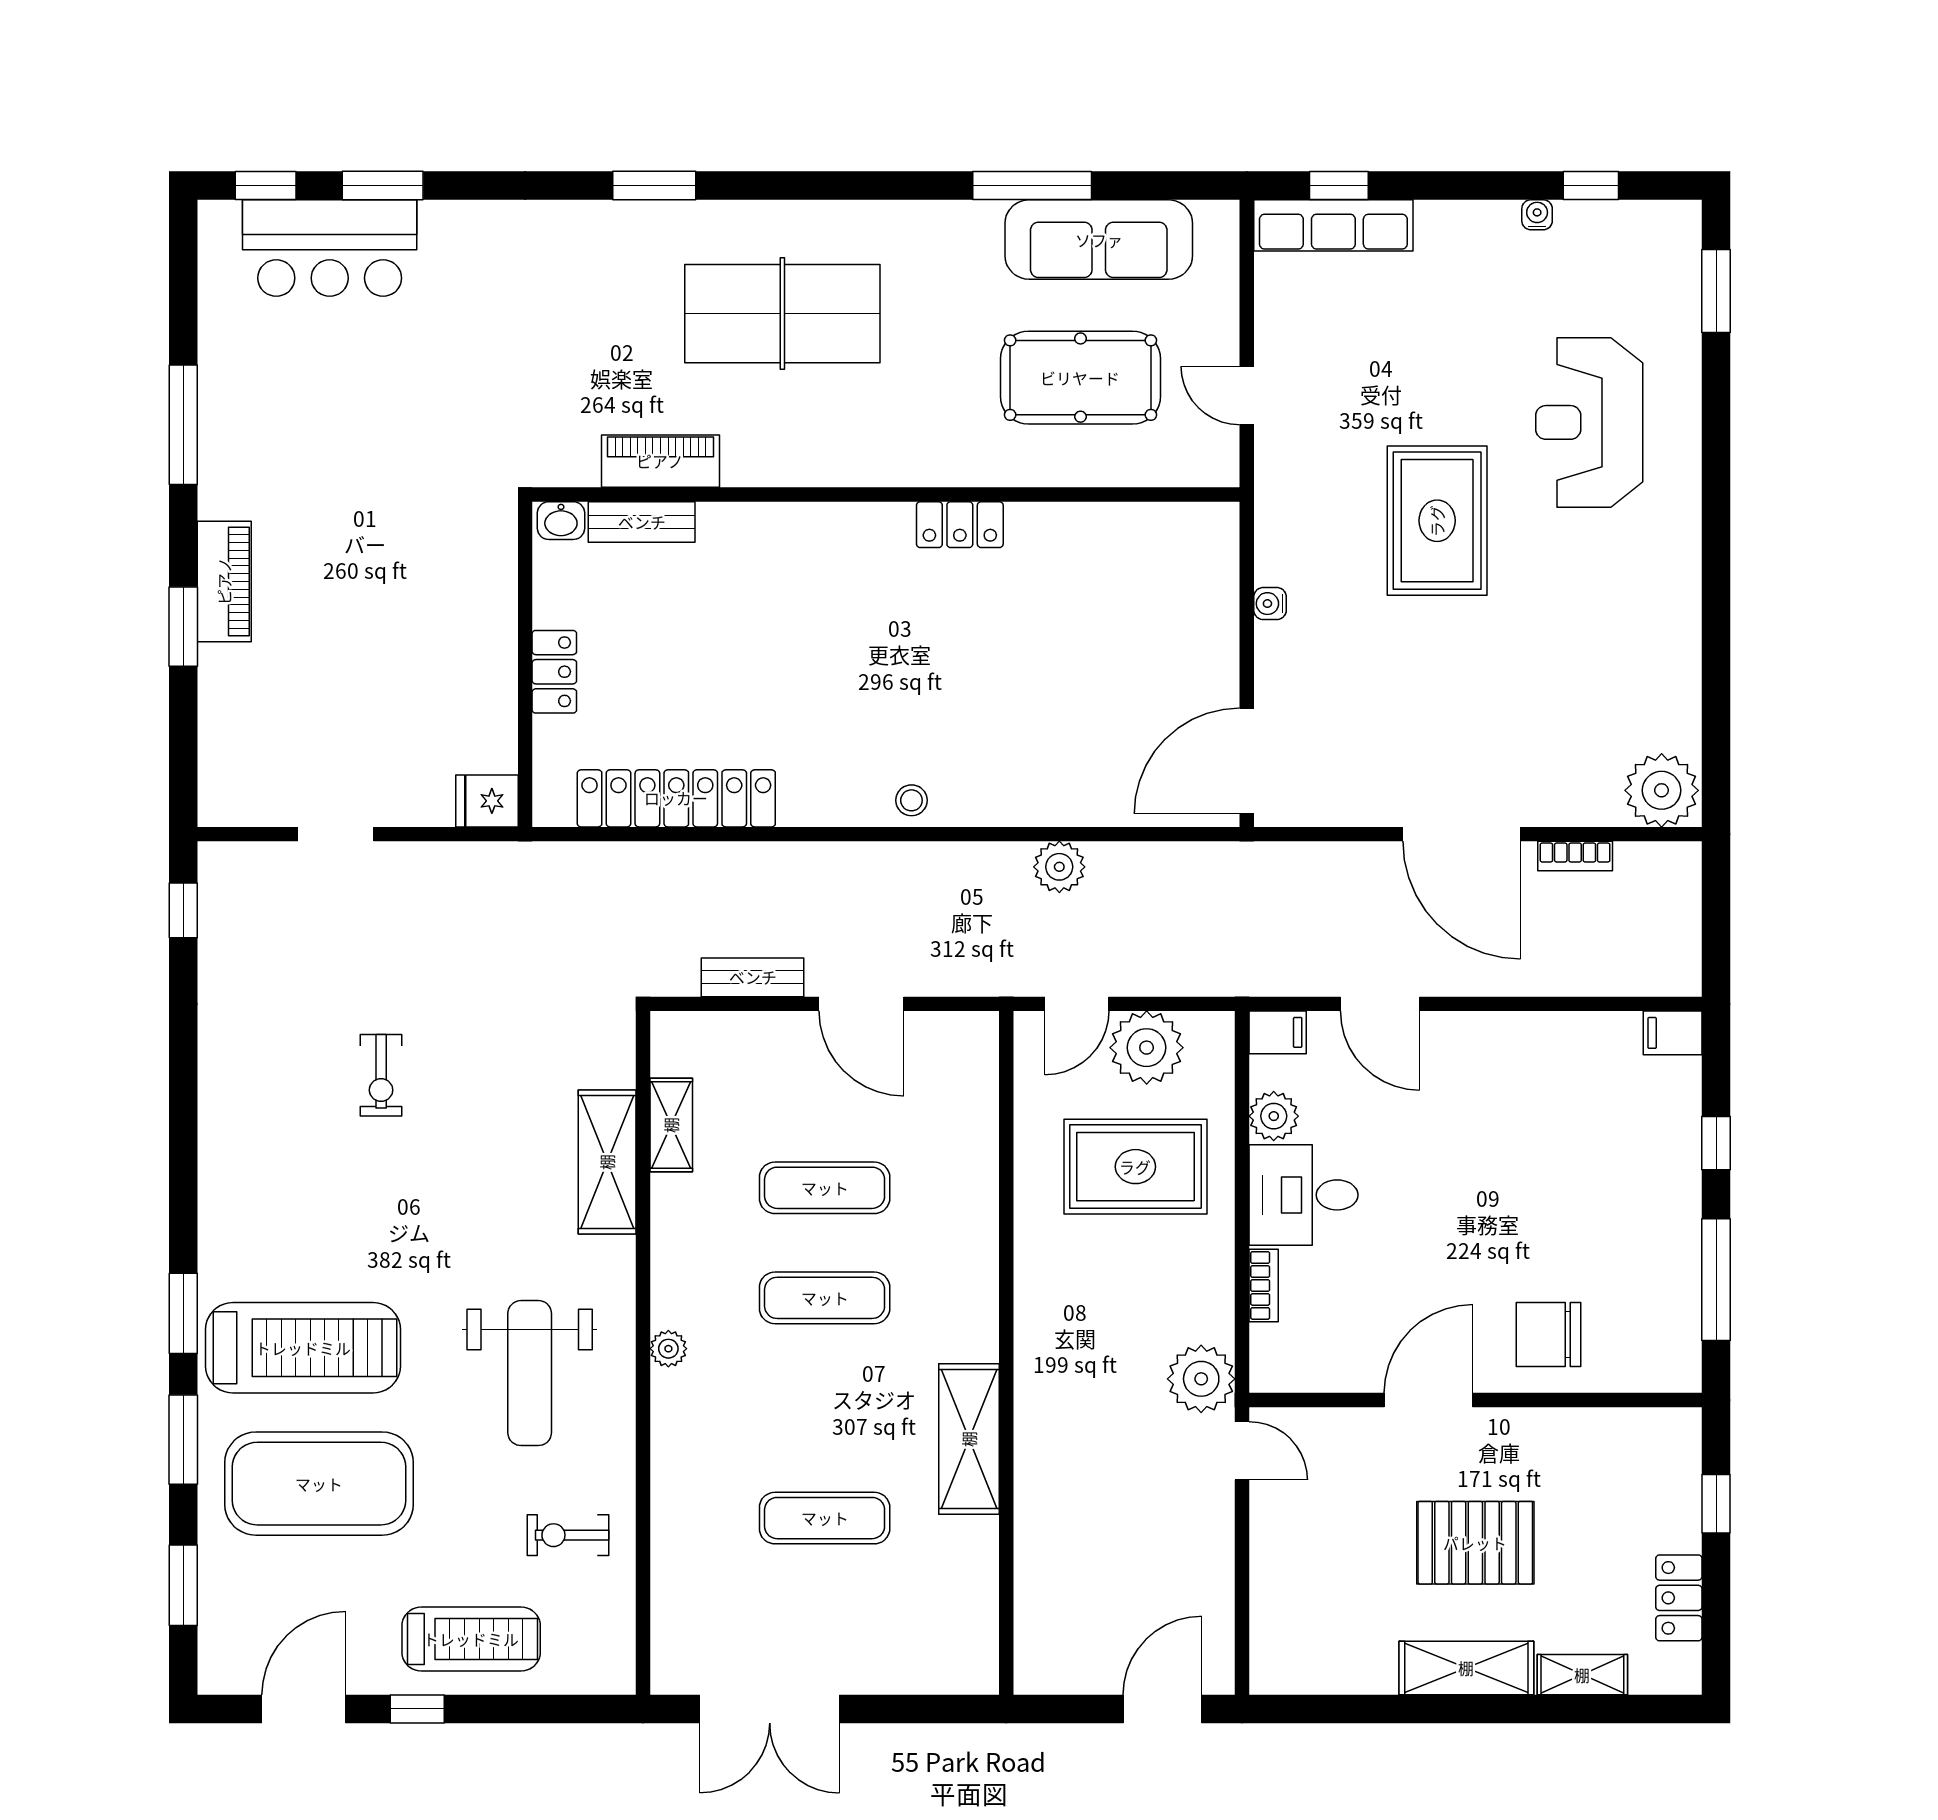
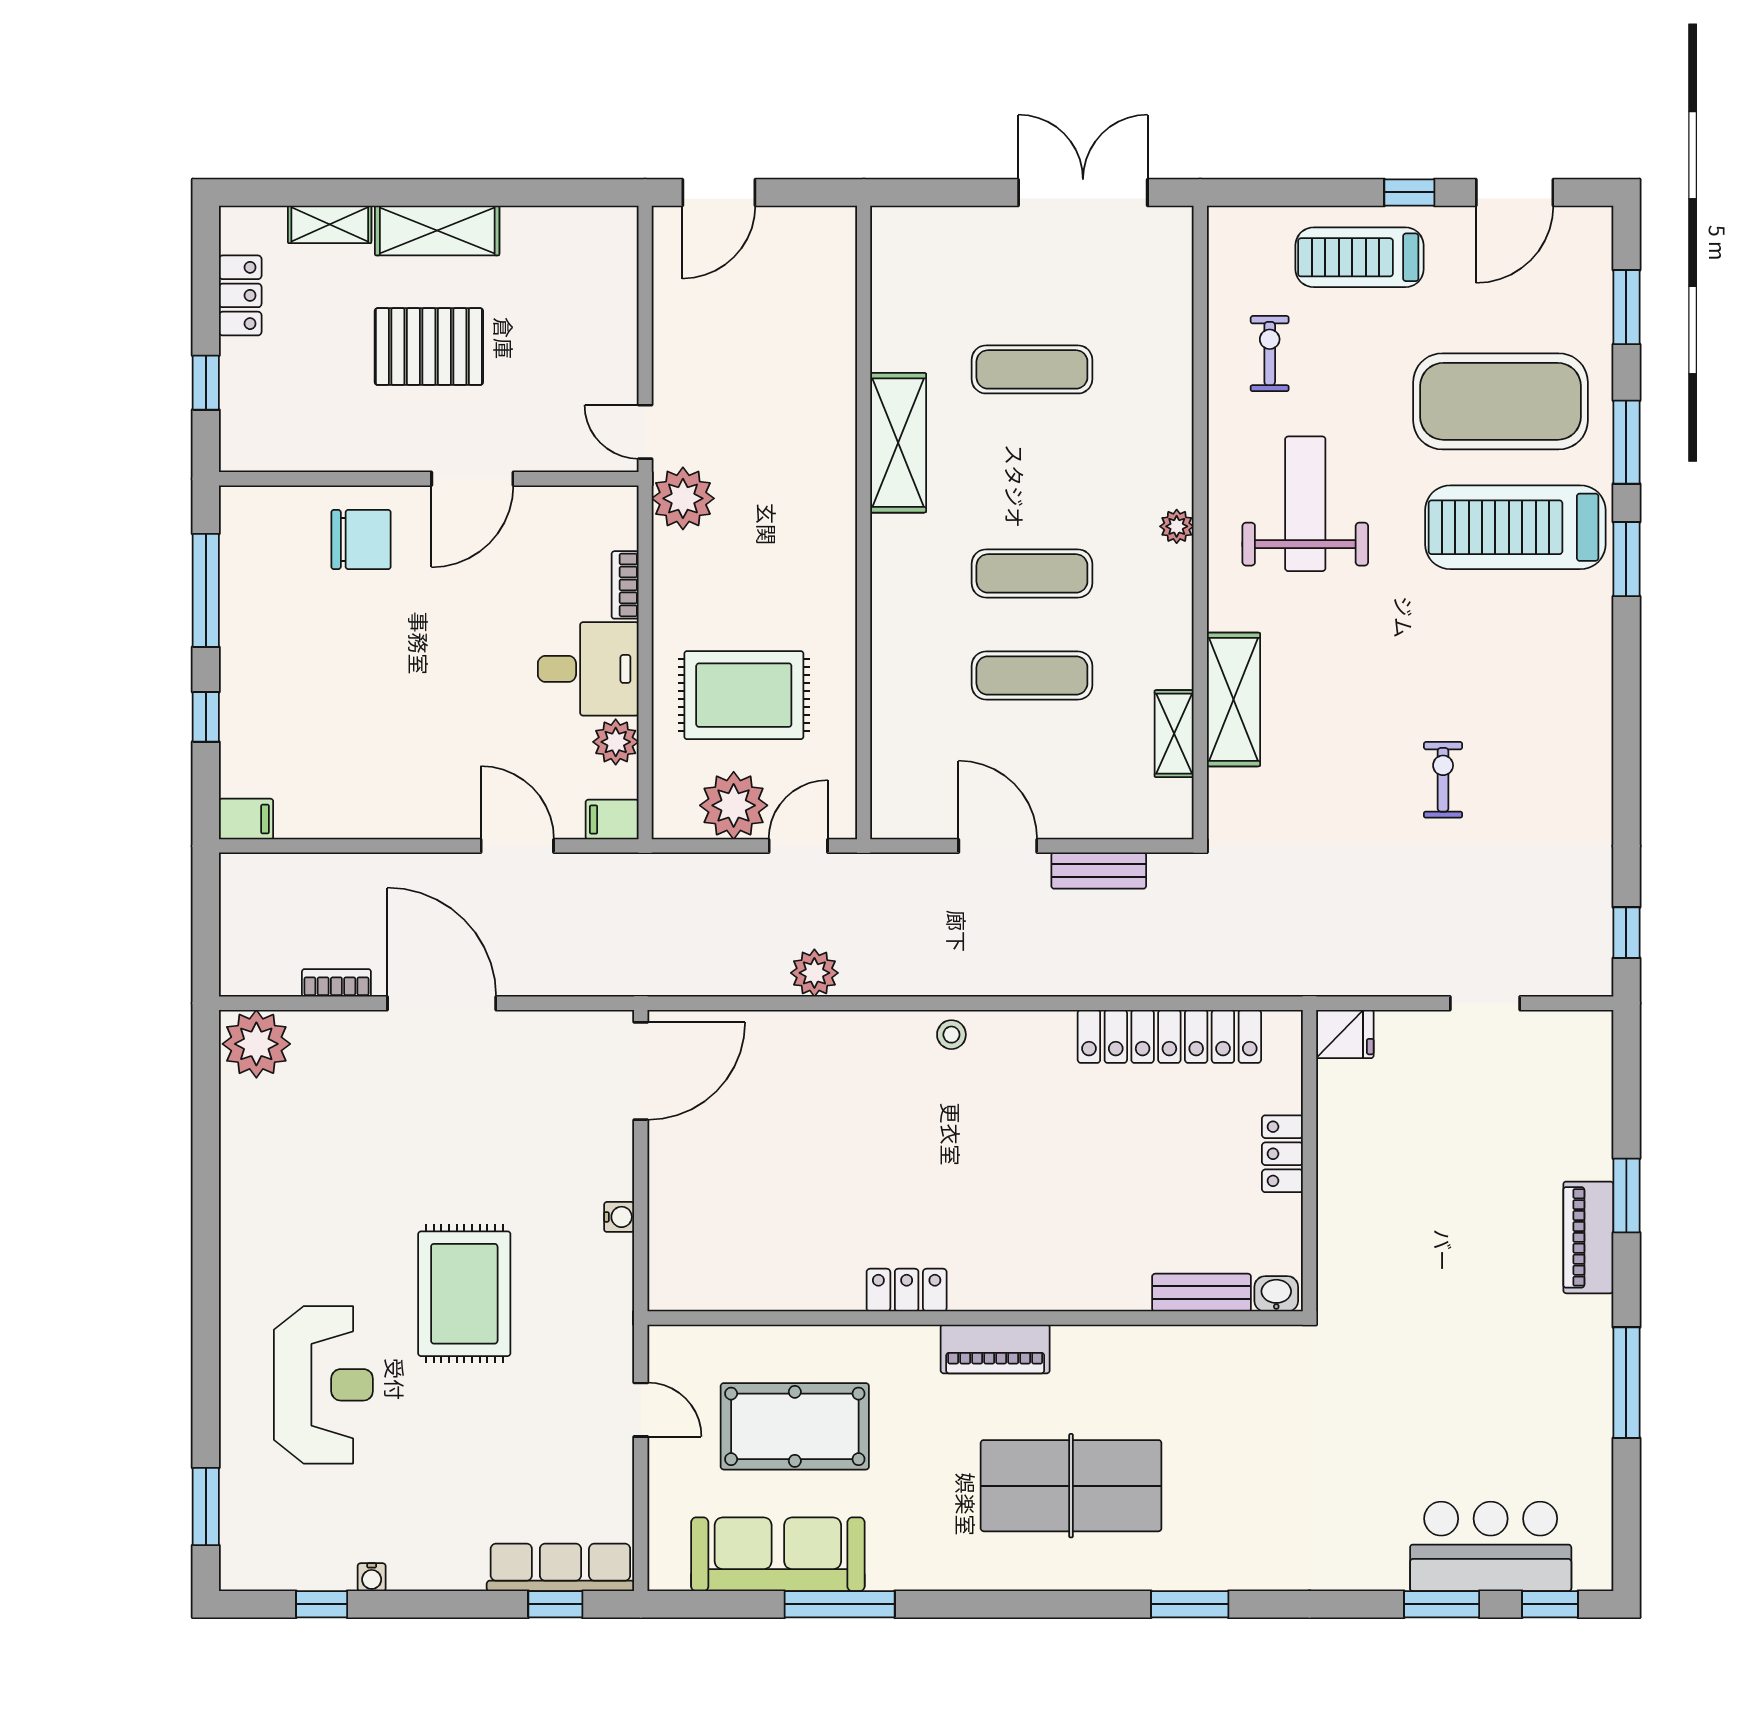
piano: (660, 461) -> (995, 1349), moved
exercise bike: (568, 1535) -> (1270, 354), turned -90

